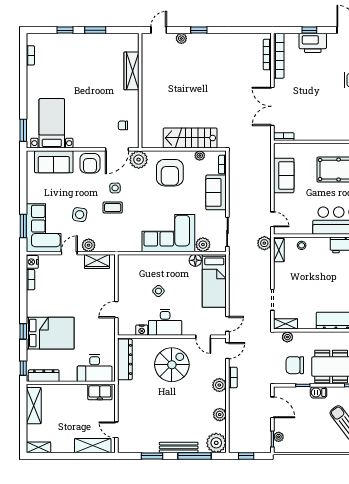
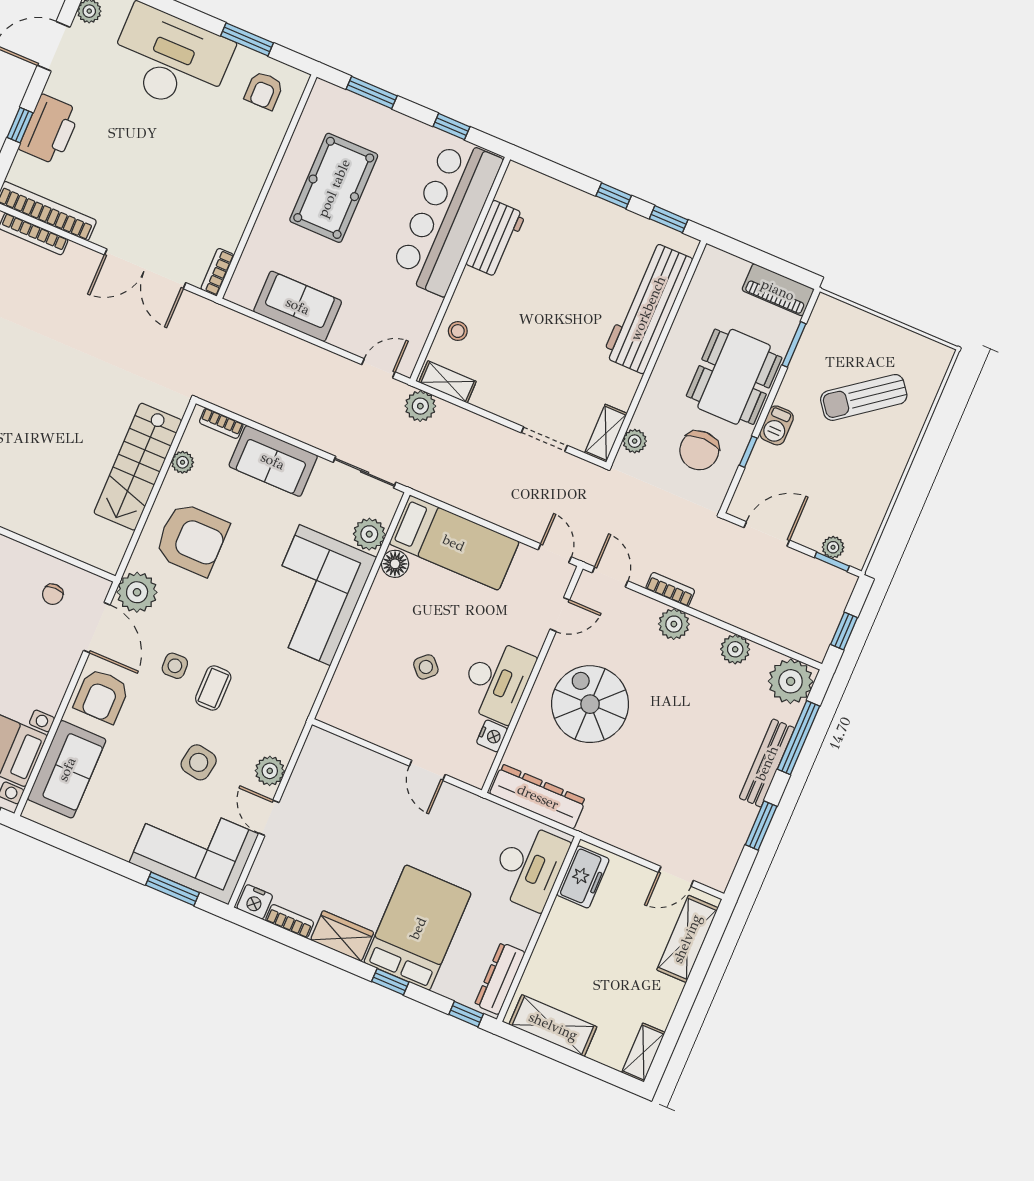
armchair: (90, 163) -> (102, 696), turned 90
wardrobe: (97, 261) -> (342, 936), moved, turned -90

